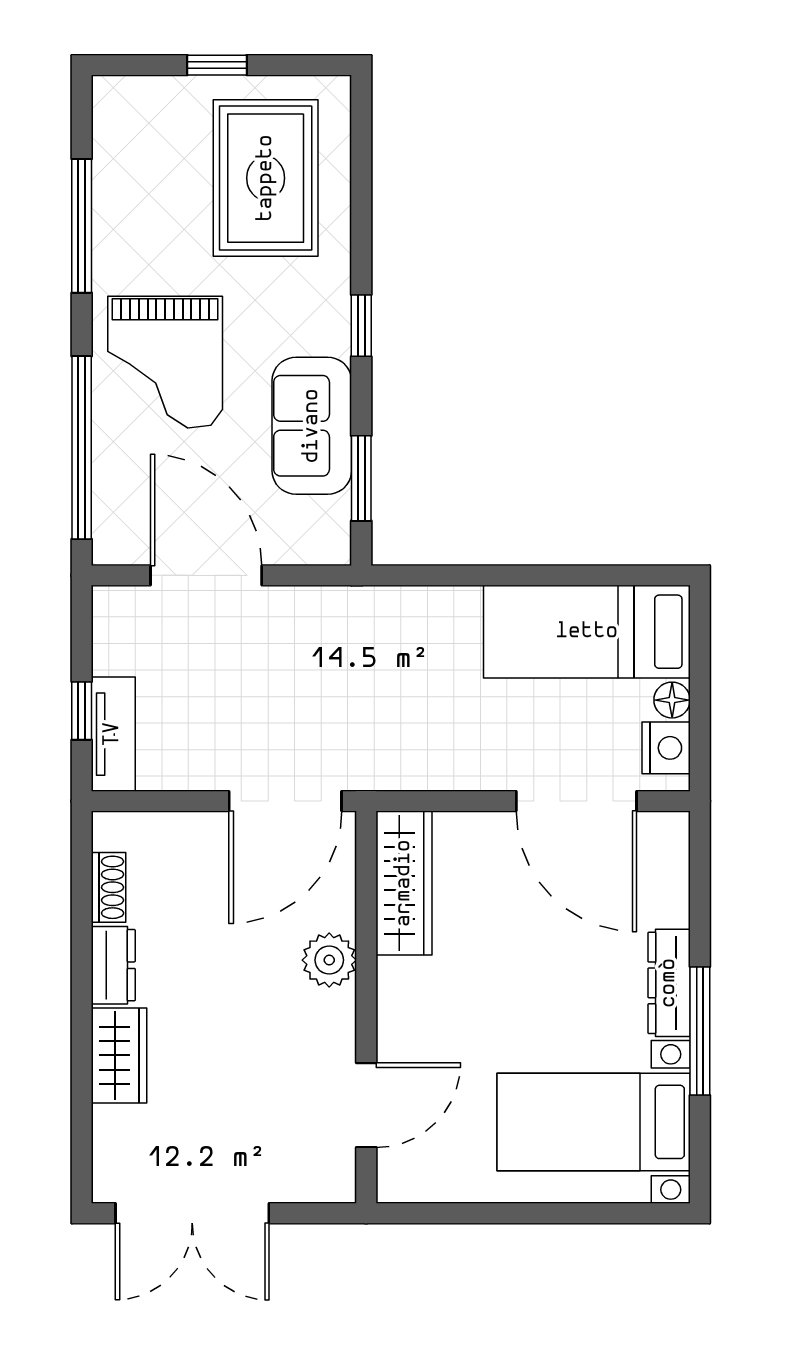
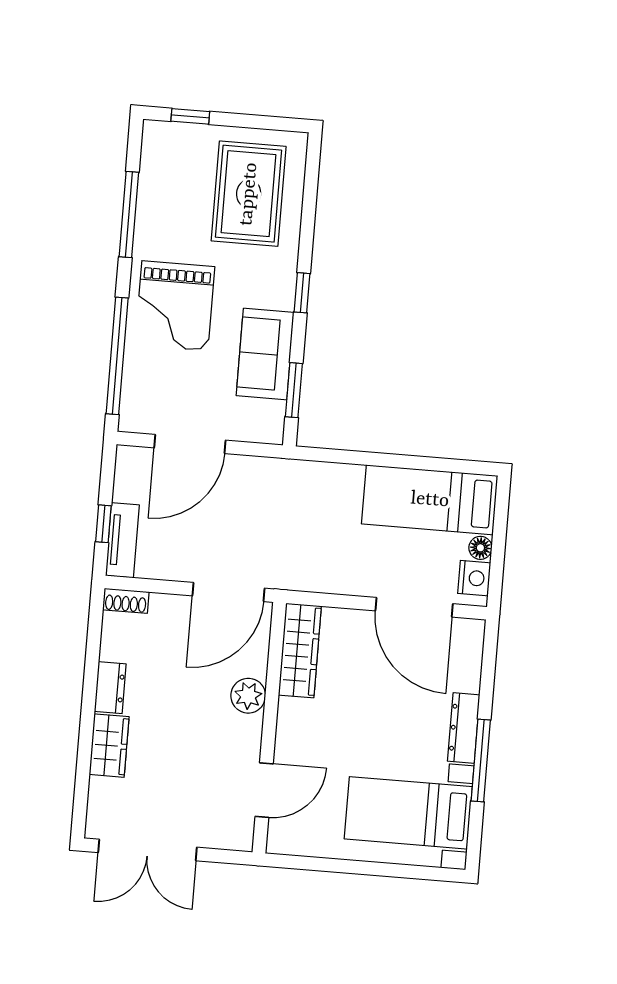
window: (217, 65) -> (190, 116), moved
door: (206, 575) -> (190, 444), swing flipped
shoe rack: (108, 887) -> (126, 601), moved, turned 90

